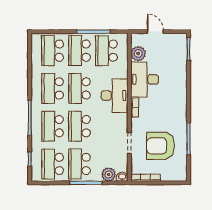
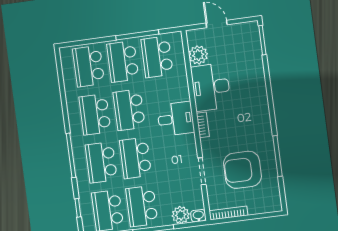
desk: (114, 96) -> (176, 119), width x0.73

